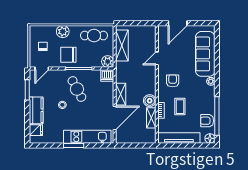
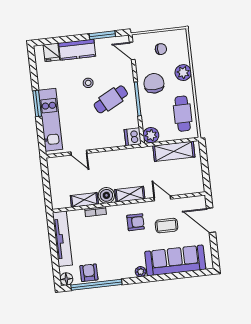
shelving: (121, 94) -> (130, 194), moved
coffee table: (180, 107) -> (167, 226), moved
door: (115, 118) -> (79, 153), width x0.53

